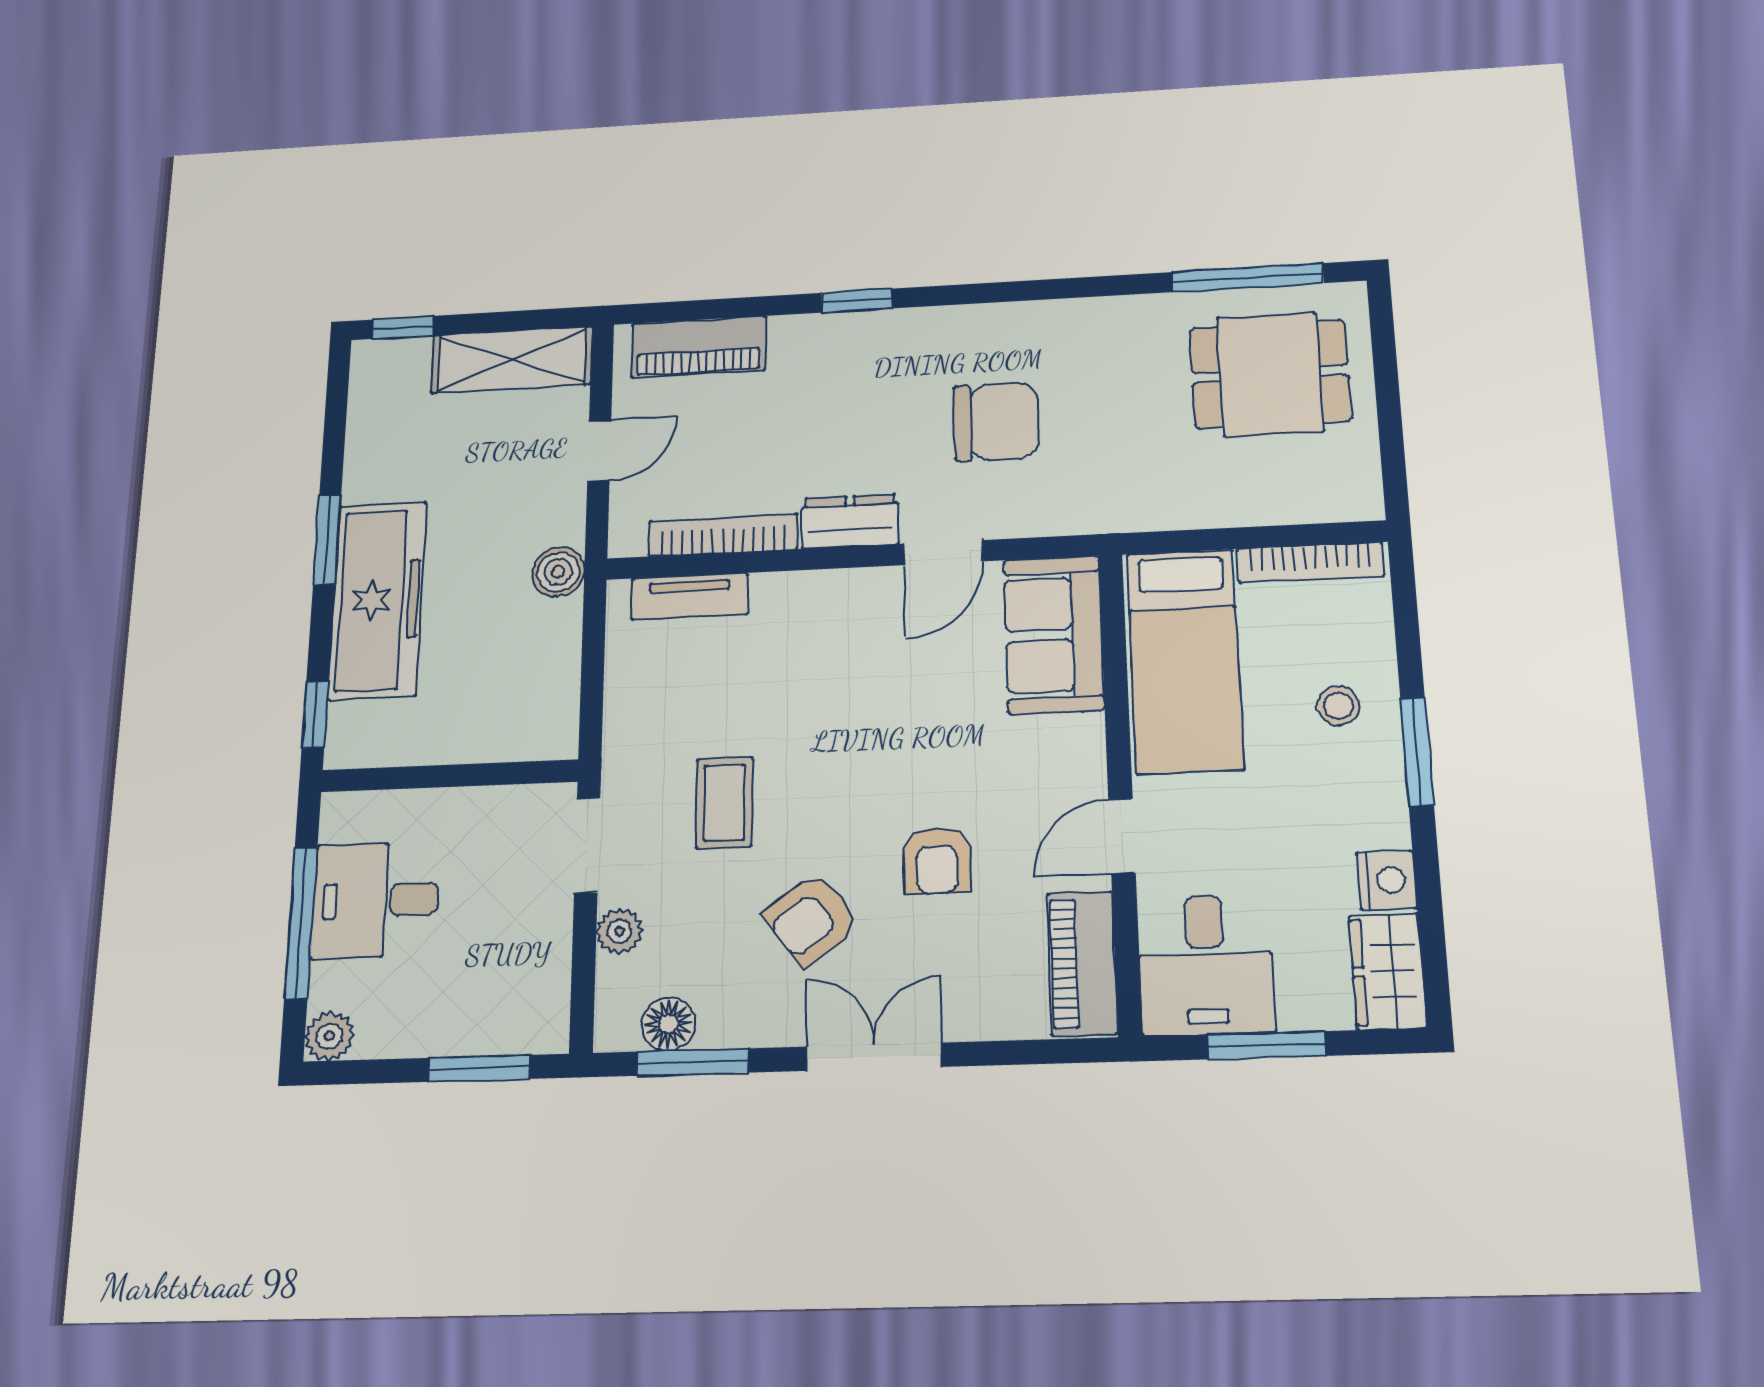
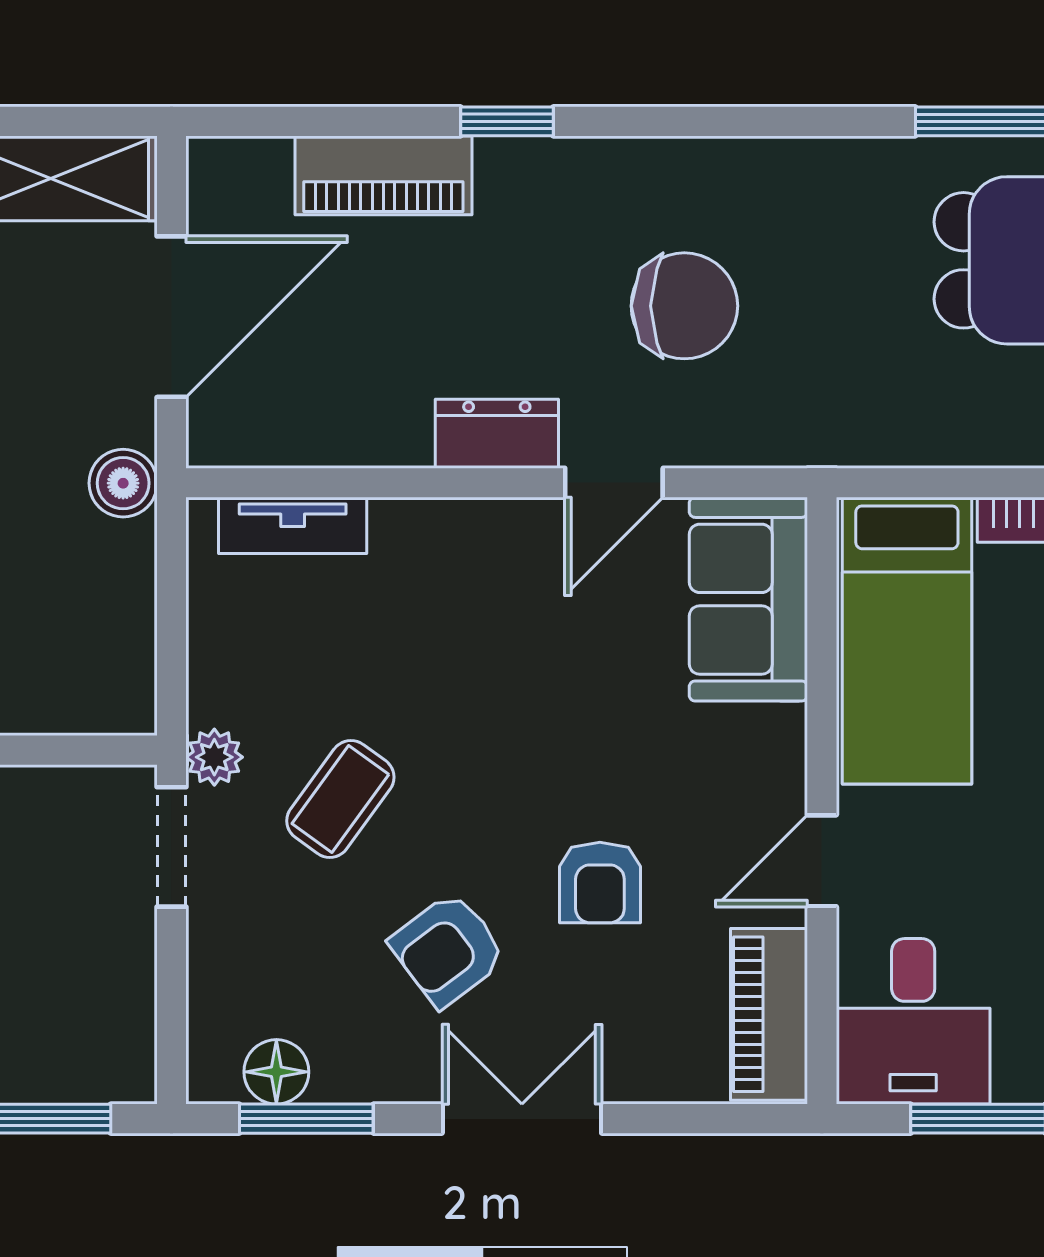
piano: (698, 347) -> (383, 175), moved
door: (599, 451) -> (172, 317), width x1.88
bookcase: (723, 535) -> (334, 444), removed
coffee table: (724, 803) -> (340, 799), turned 36
plant: (619, 931) -> (214, 757), moved

